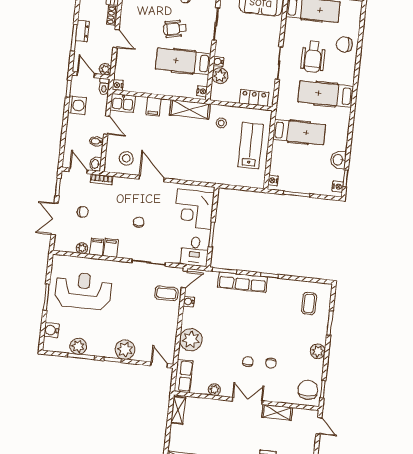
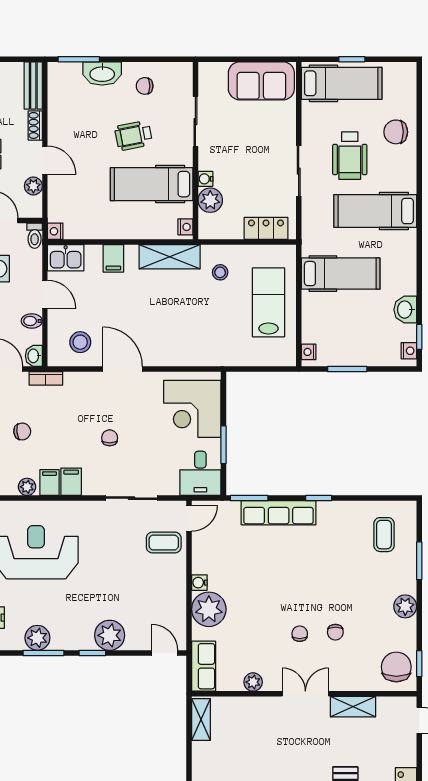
plant: (105, 69) -> (33, 186), moved
water cooler: (189, 302) -> (199, 583), moved

